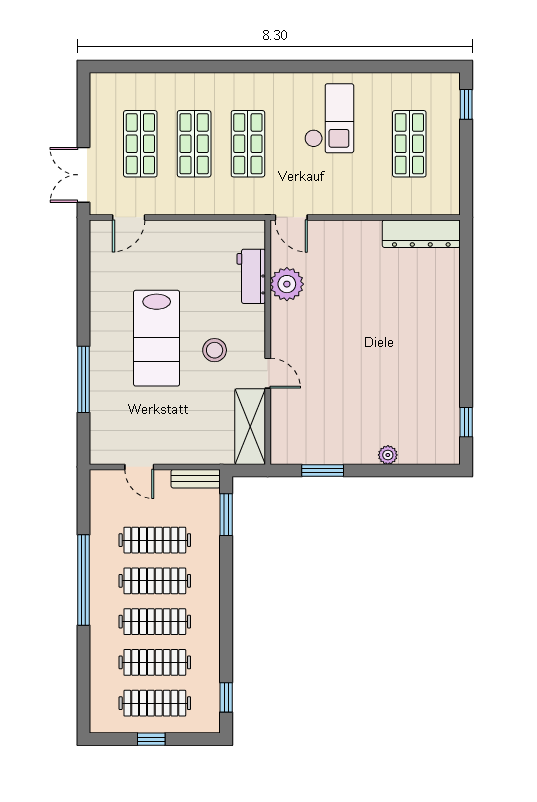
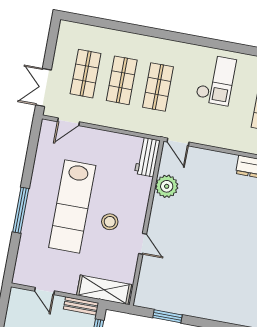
workbench: (251, 276) -> (147, 157), moved
lab bench: (157, 338) -> (72, 206), width x1.36
window: (84, 379) -> (21, 210), moved
shelving: (250, 427) -> (104, 290), moved, turned 90
plant: (388, 455) -> (213, 314), removed

